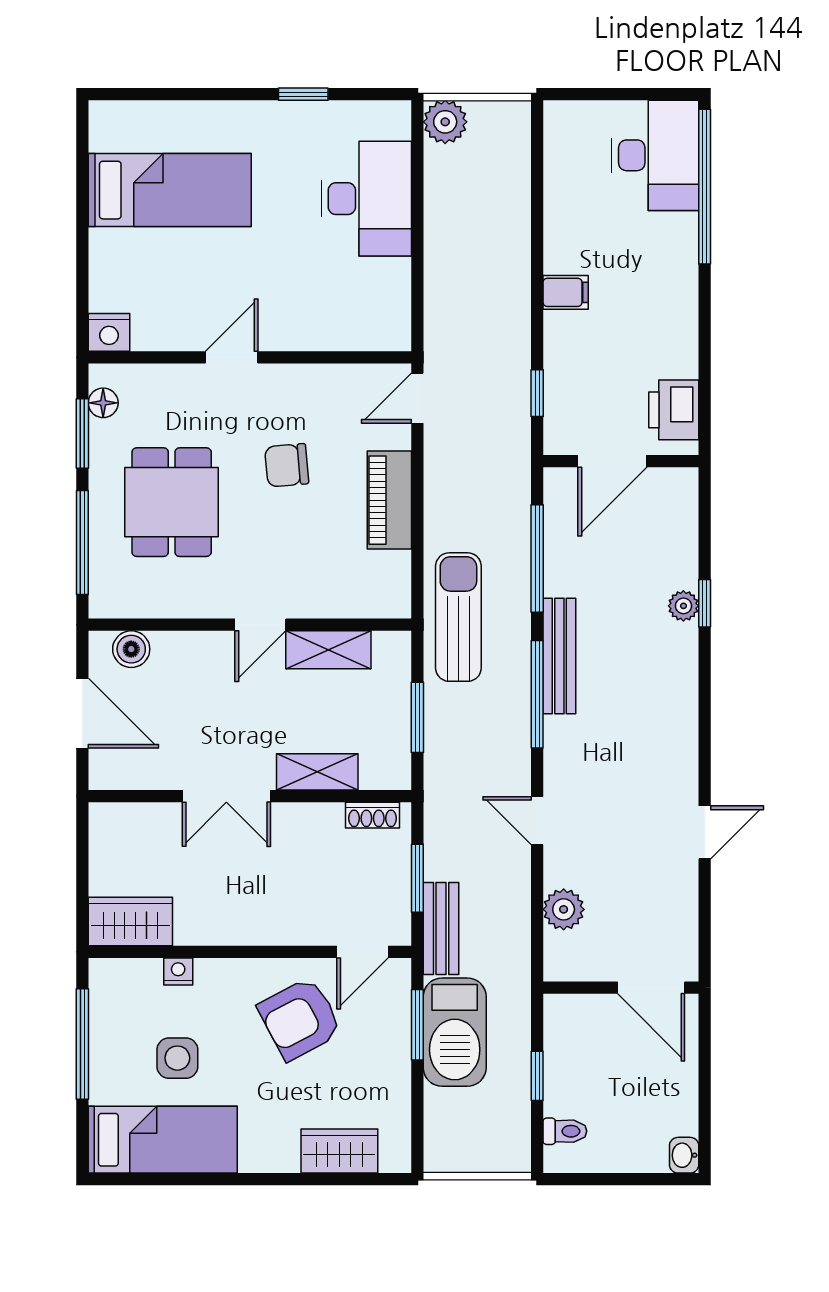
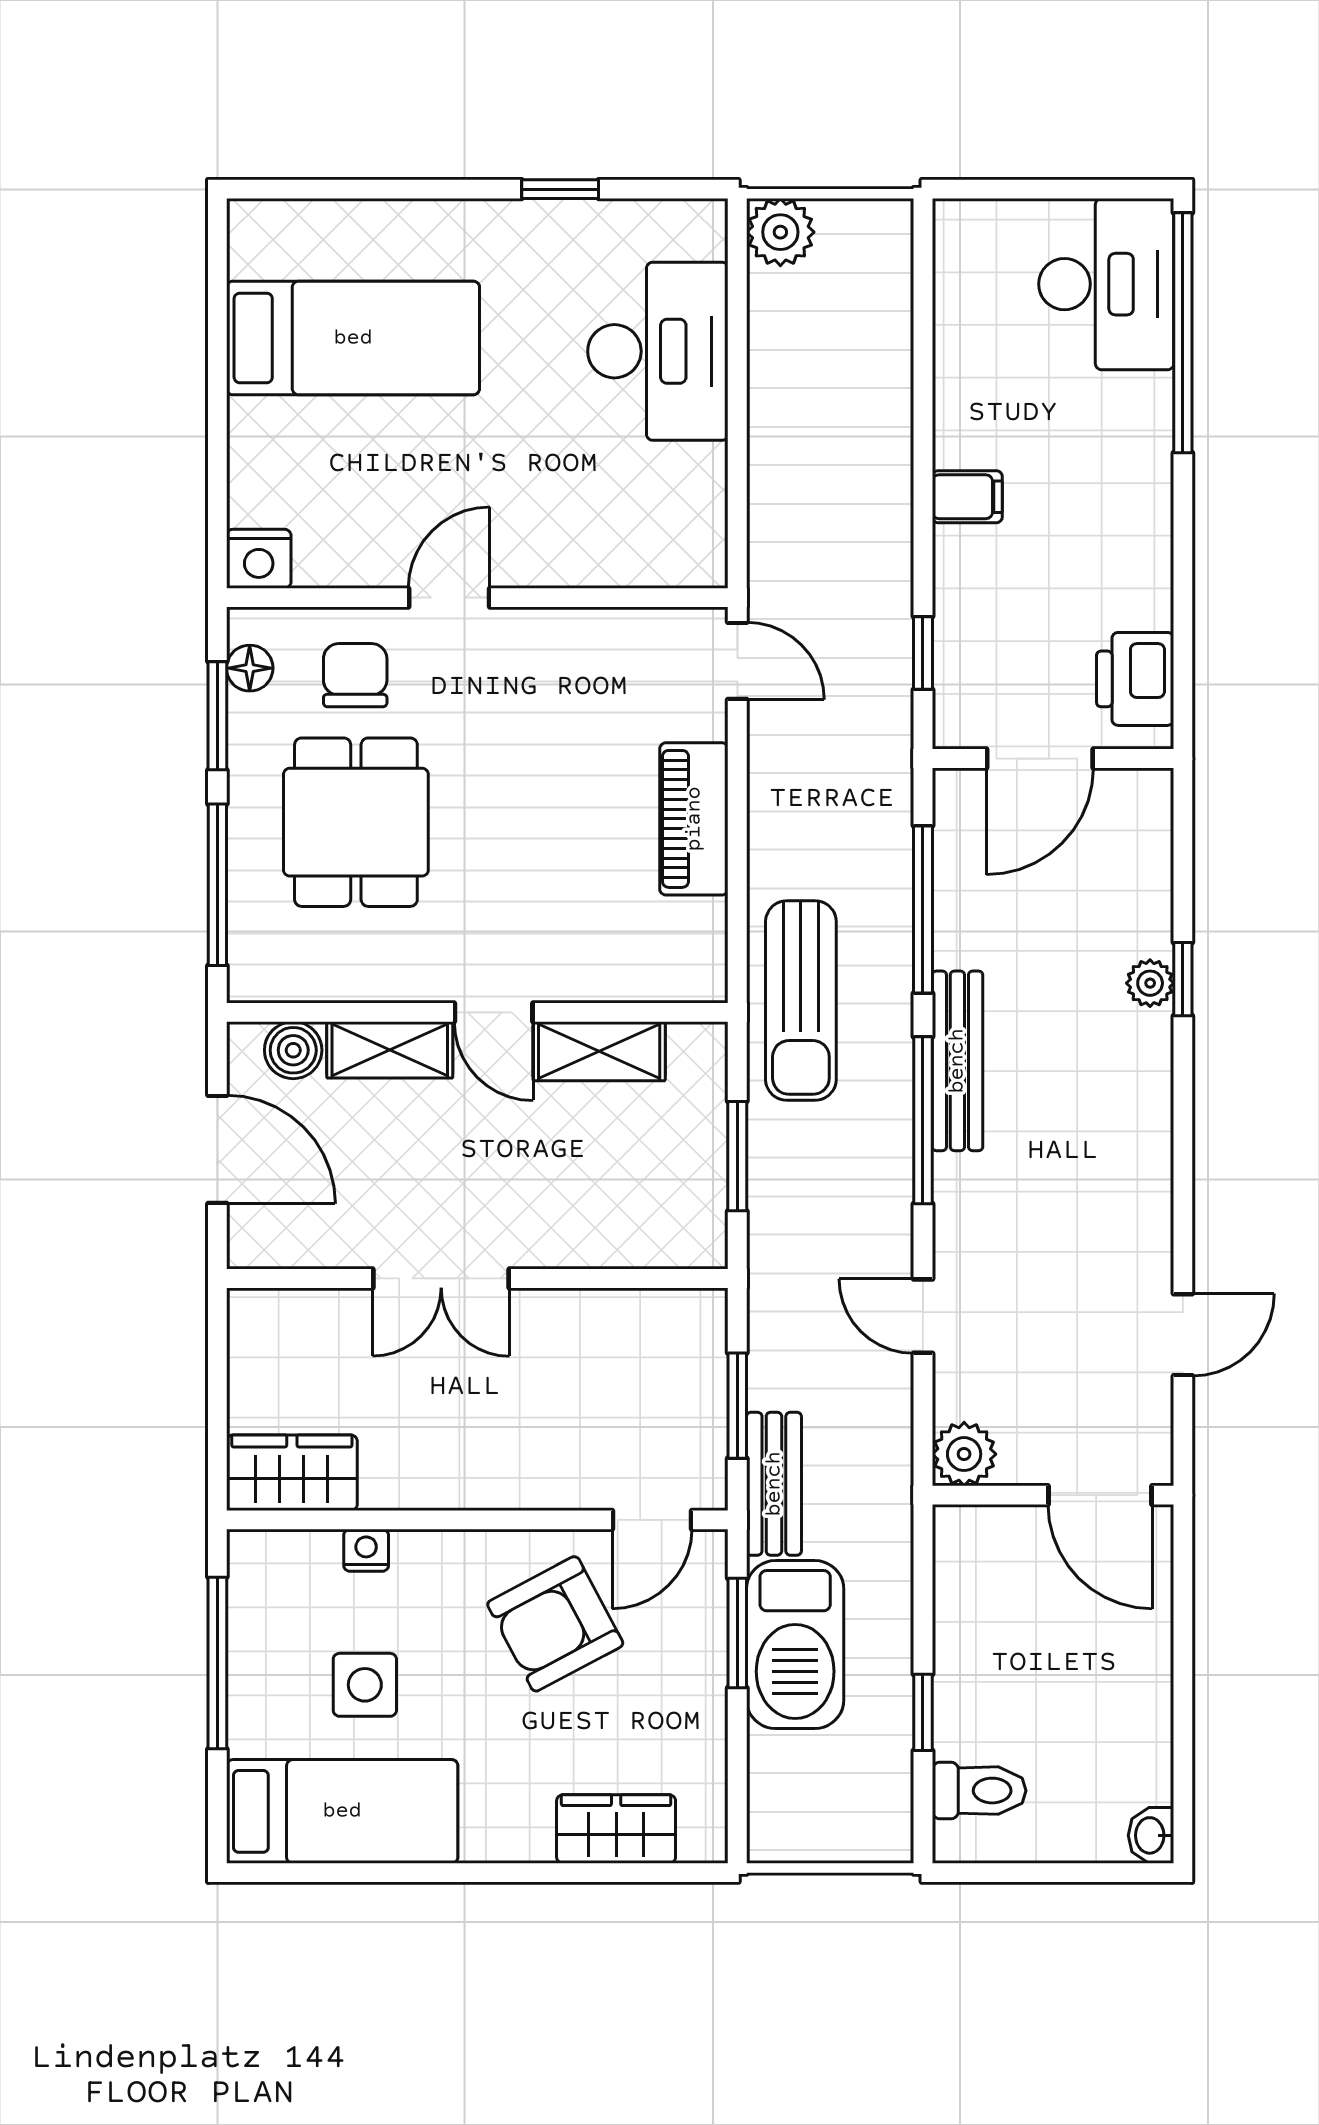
door: (417, 398) -> (737, 661), swing flipped
chair: (287, 465) -> (355, 675), moved, turned 95
sun lounger: (458, 617) -> (801, 1001), turned 180
door: (260, 625) -> (494, 1012), hinge flipped
shelving: (317, 772) -> (390, 1050), moved
shoe rack: (373, 815) -> (668, 1308), removed
wall: (621, 988) -> (1053, 1495), moved
door: (651, 988) -> (1100, 1495), moved
toilet: (565, 1131) -> (979, 1791), width x1.37, depth x1.39

